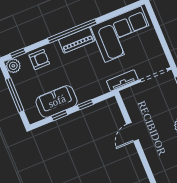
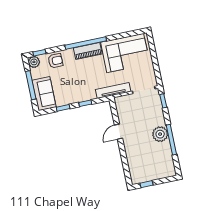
tv unit: (122, 80) -> (113, 91), width x1.41
sofa: (57, 101) -> (44, 94), moved, turned 90

